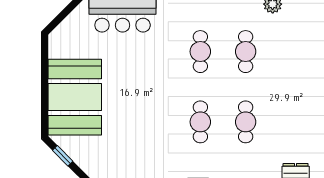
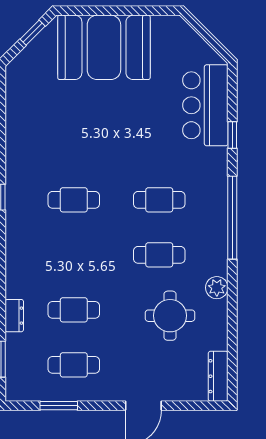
round table: (296, 43) -> (170, 316), added
cafe table: (246, 122) -> (74, 310), moved

